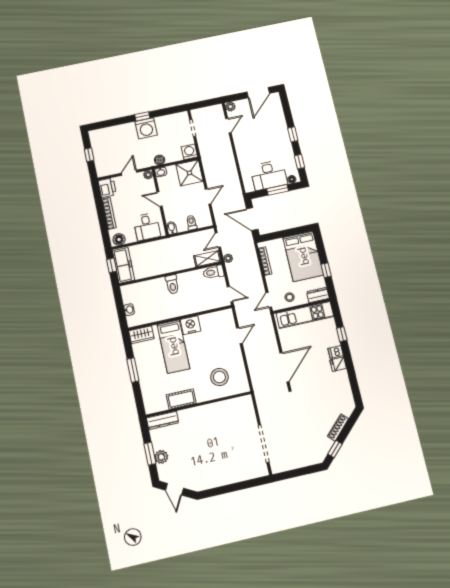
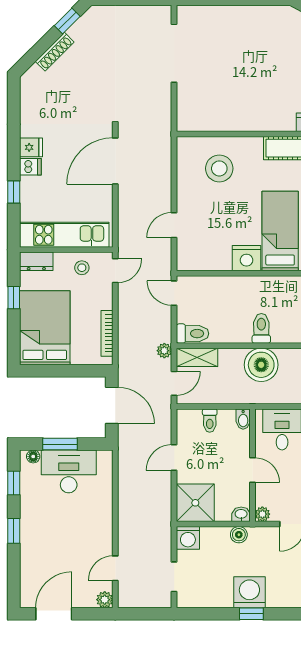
boiler: (168, 262) -> (261, 365), added

